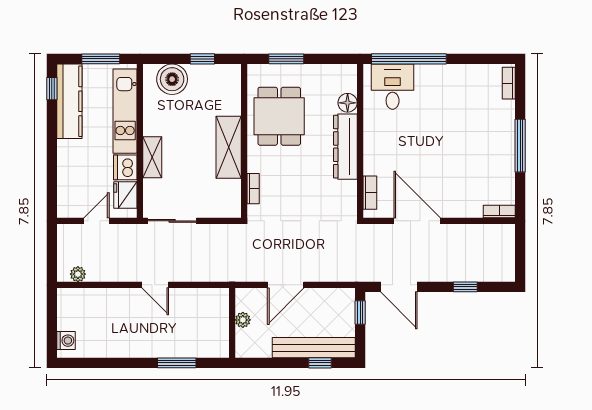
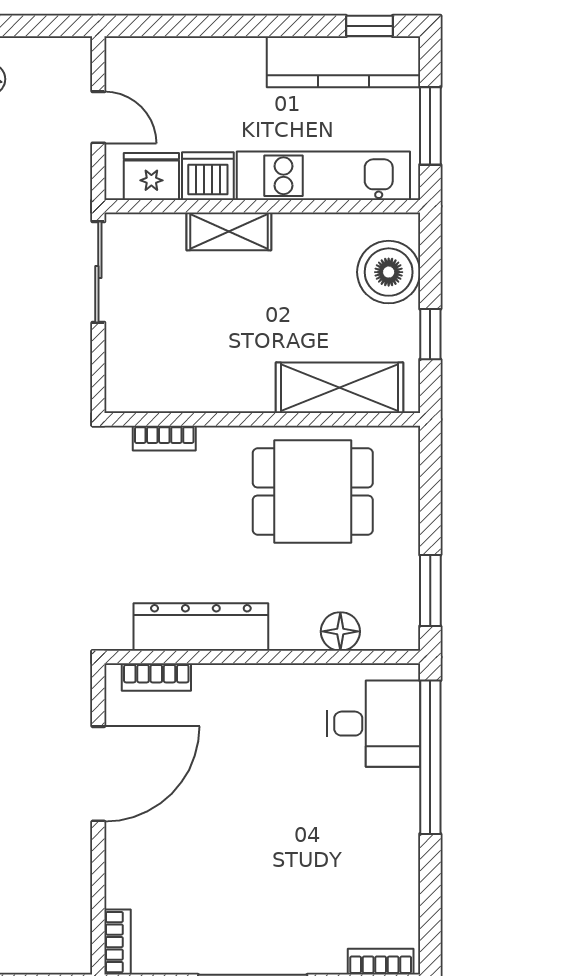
window: (286, 59) -> (430, 590), moved
shelving: (229, 147) -> (340, 388), moved
dresser: (345, 147) -> (201, 627), moved

